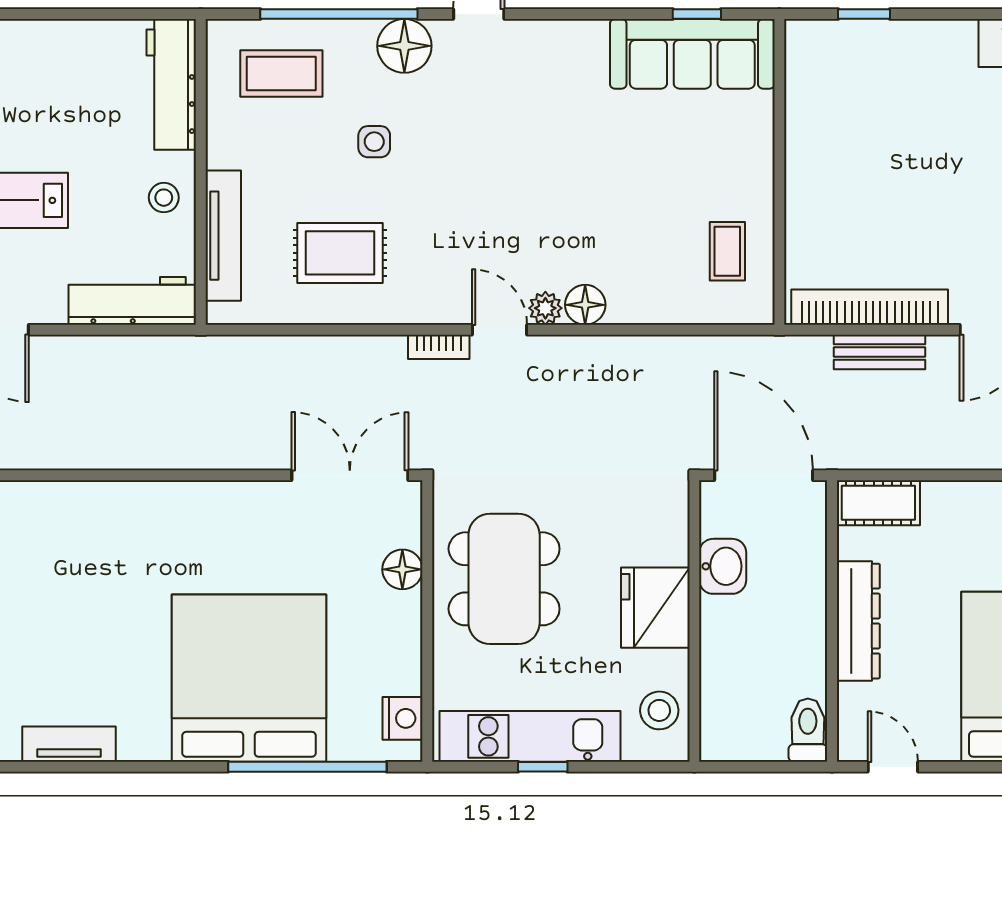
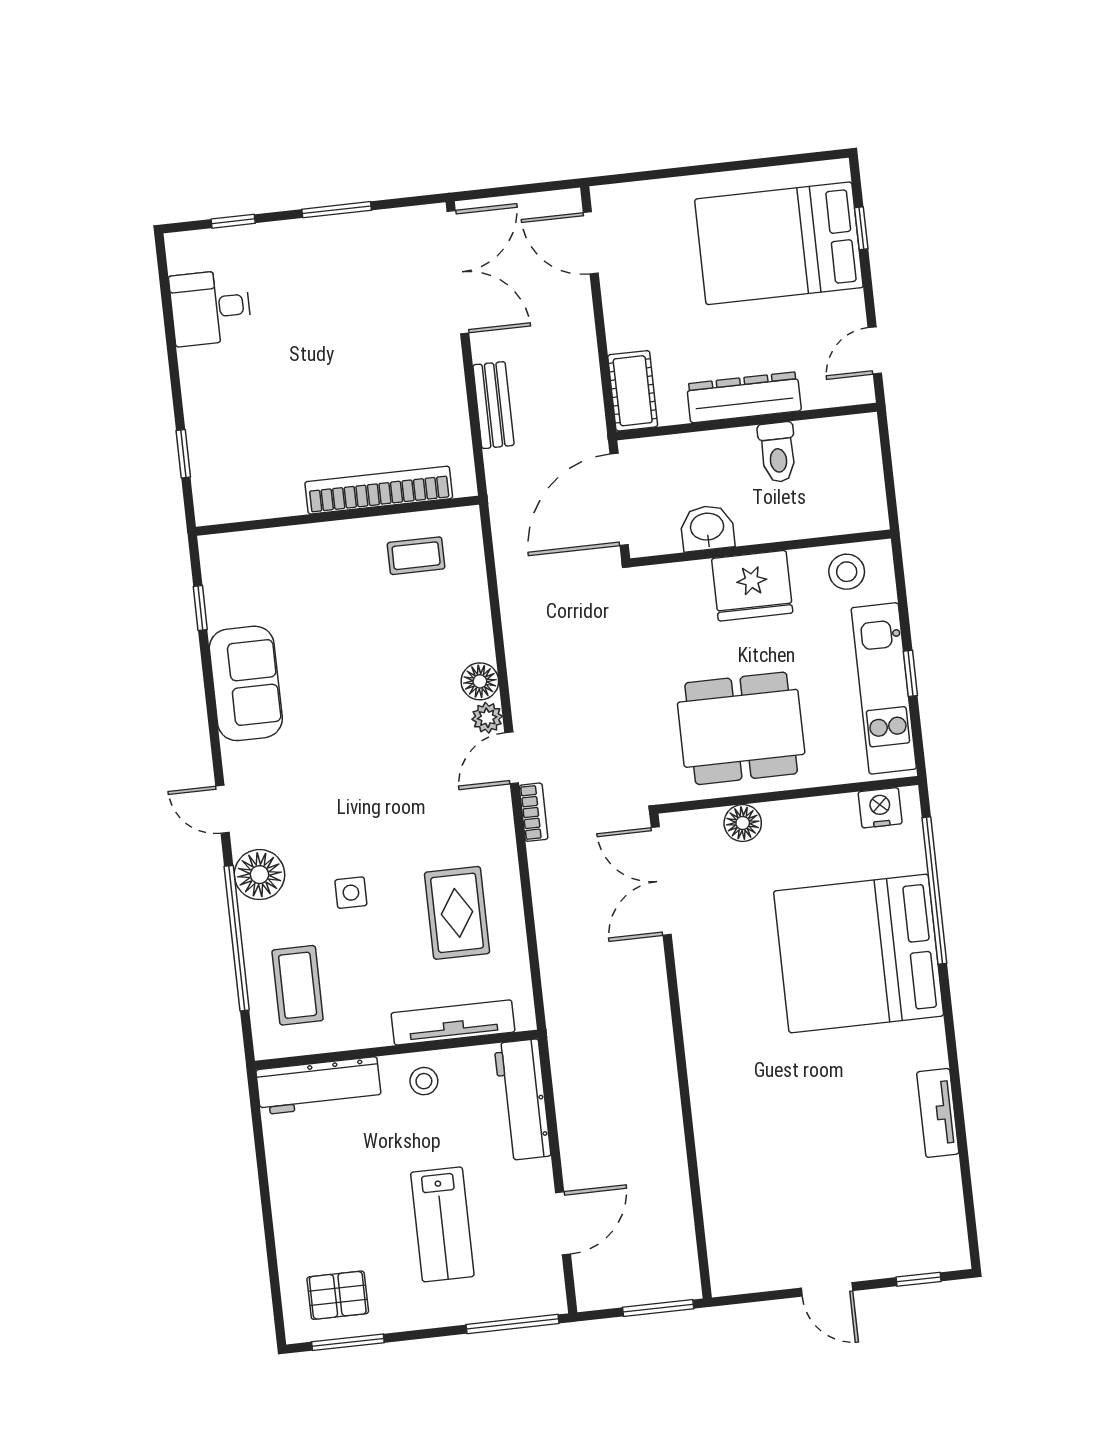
sofa: (692, 54) -> (246, 683), moved, width x0.73
bookcase: (870, 307) -> (379, 490), moved, turned 90
toilet: (808, 730) -> (778, 452), moved, turned -90

